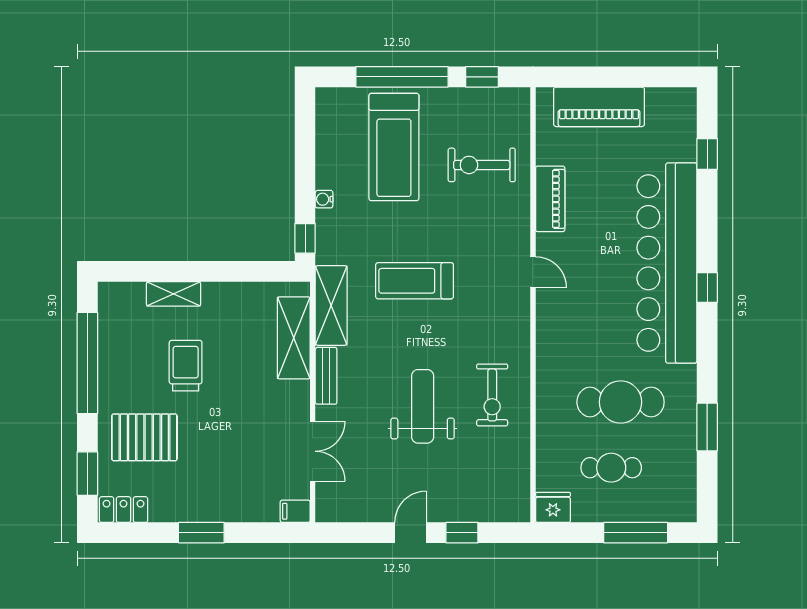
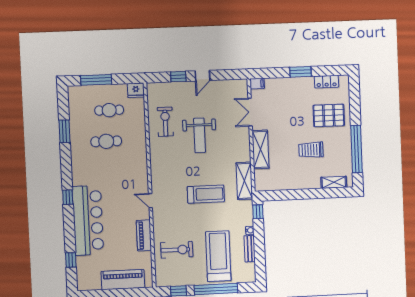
bar counter: (667, 263) -> (88, 220), width x0.73
shelving: (174, 294) -> (334, 182), moved
shelving: (294, 338) -> (261, 149), moved
trolley: (186, 366) -> (311, 150), turned 90
bench: (326, 376) -> (250, 249), moved
exercise bike: (492, 395) -> (165, 122), moved
cafe table: (621, 402) -> (106, 141), width x0.73, depth x0.74
window: (87, 474) -> (355, 97), removed
locker: (124, 510) -> (326, 82), moved

